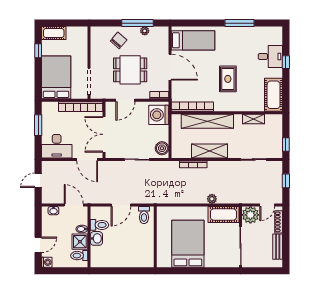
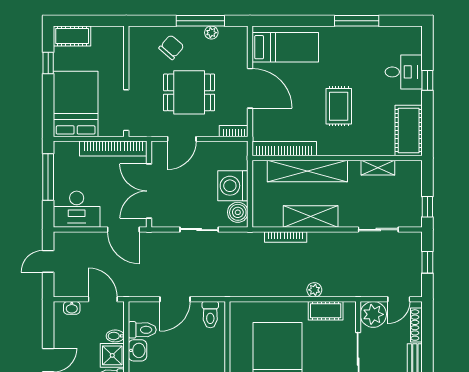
washing machine: (159, 115) -> (233, 186), moved
window: (38, 125) -> (48, 177), width x1.44
cot: (223, 215) -> (326, 311), width x0.73, depth x0.75

